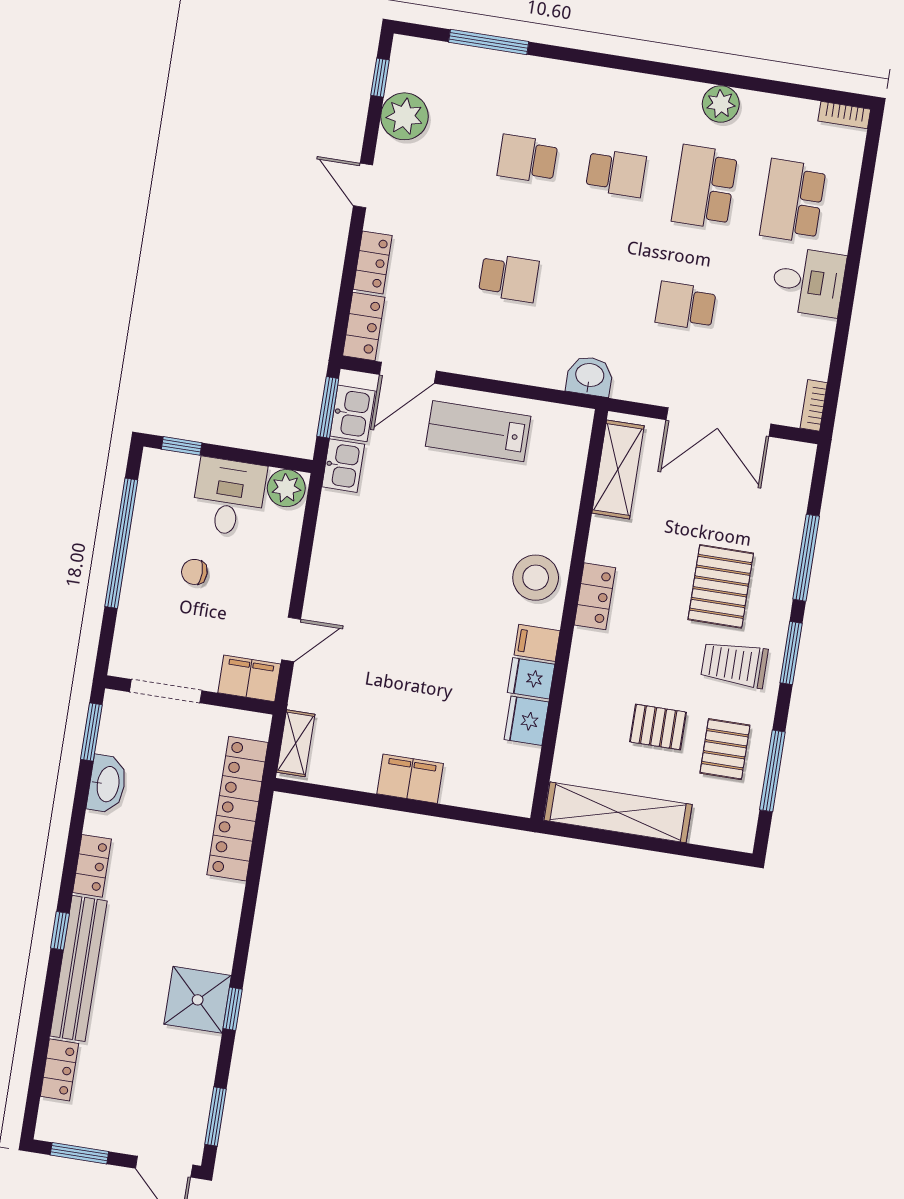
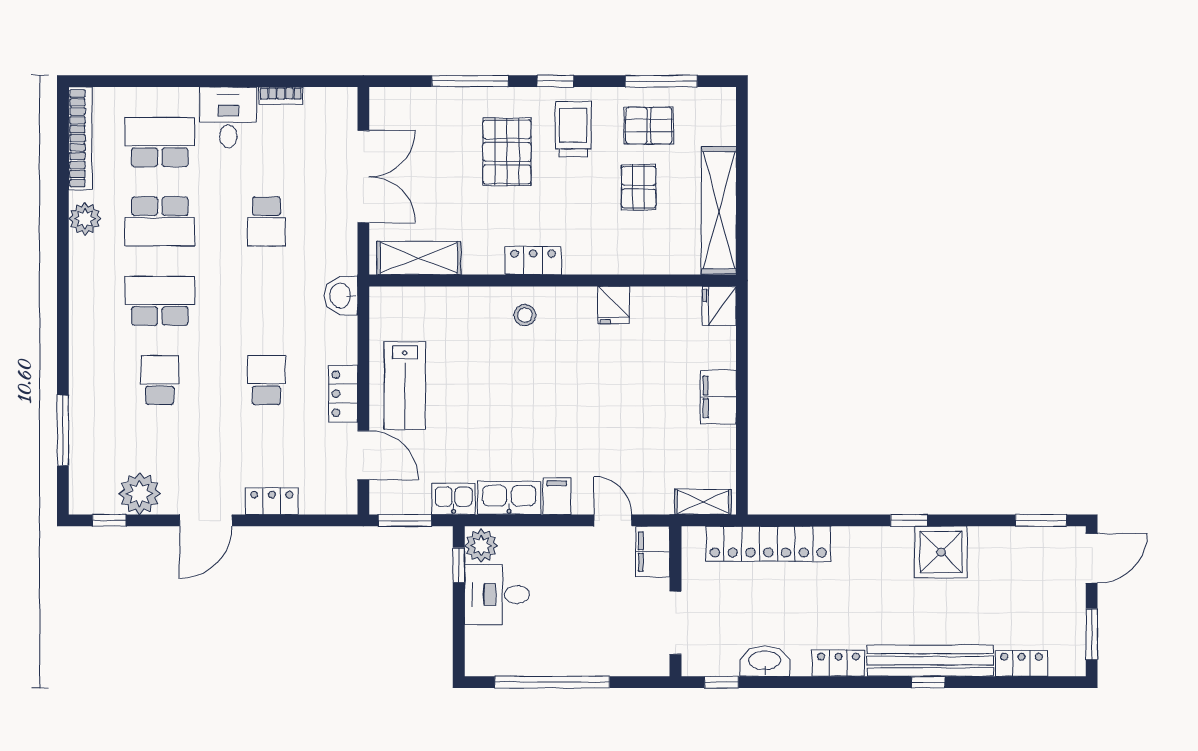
bookcase: (844, 115) -> (80, 138), width x2.31, depth x1.31
school desk: (528, 159) -> (160, 380), turned 180
school desk: (616, 173) -> (160, 301), width x1.85
door: (363, 185) -> (206, 520), width x1.38
school desk: (793, 201) -> (160, 142), turned 180
locker: (364, 326) -> (343, 394), moved, turned -90
bookcase: (814, 405) -> (281, 96), moved
kitchen sink: (352, 413) -> (509, 498), moved, width x1.38
window: (182, 446) -> (459, 565), moved
chair: (194, 572) -> (567, 614), removed
stool: (536, 578) -> (525, 315), width x0.53, depth x0.53
pallet: (721, 586) -> (507, 152), turned 90
filing cabinet: (537, 643) -> (557, 496), moved, turned 180
window: (791, 653) -> (555, 81), width x0.67
trolley: (734, 664) -> (573, 129), turned 180
fridge: (526, 721) -> (719, 306), moved, turned 90
window: (91, 732) -> (721, 682), width x0.67
window: (60, 931) -> (928, 682), moved
window: (233, 1009) -> (909, 520), moved

